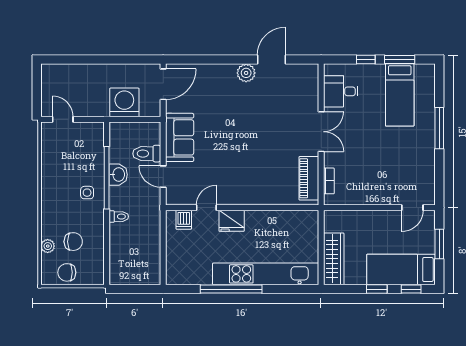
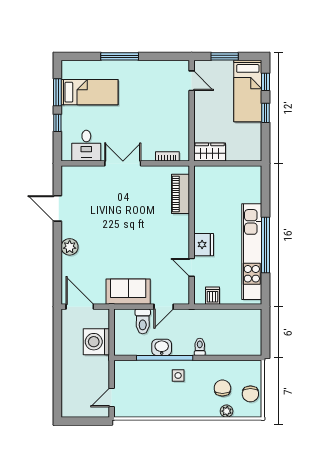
plant: (246, 73) -> (70, 247), moved
piano: (309, 178) -> (181, 194), moved, turned 90
dishwasher: (184, 220) -> (213, 296), moved, turned -90
wardrobe: (334, 259) -> (210, 152), moved, width x0.67
kitchen unit: (266, 274) -> (252, 252), moved

